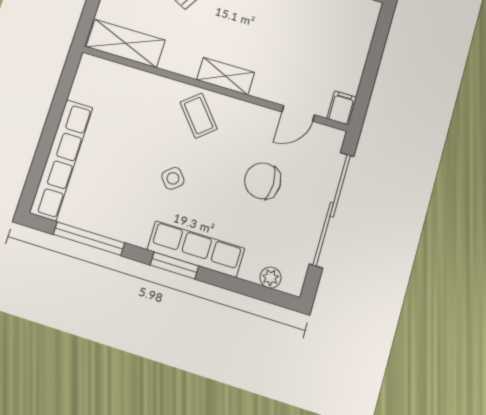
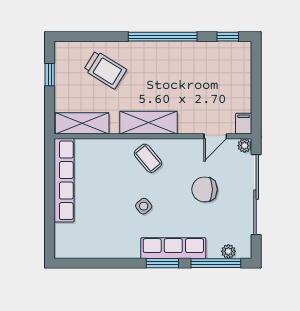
shelving: (225, 76) -> (149, 123), width x1.50, depth x1.33
plant: (335, 138) -> (245, 146), added
row of seats: (61, 160) -> (64, 180), moved
window: (89, 239) -> (216, 263), moved

